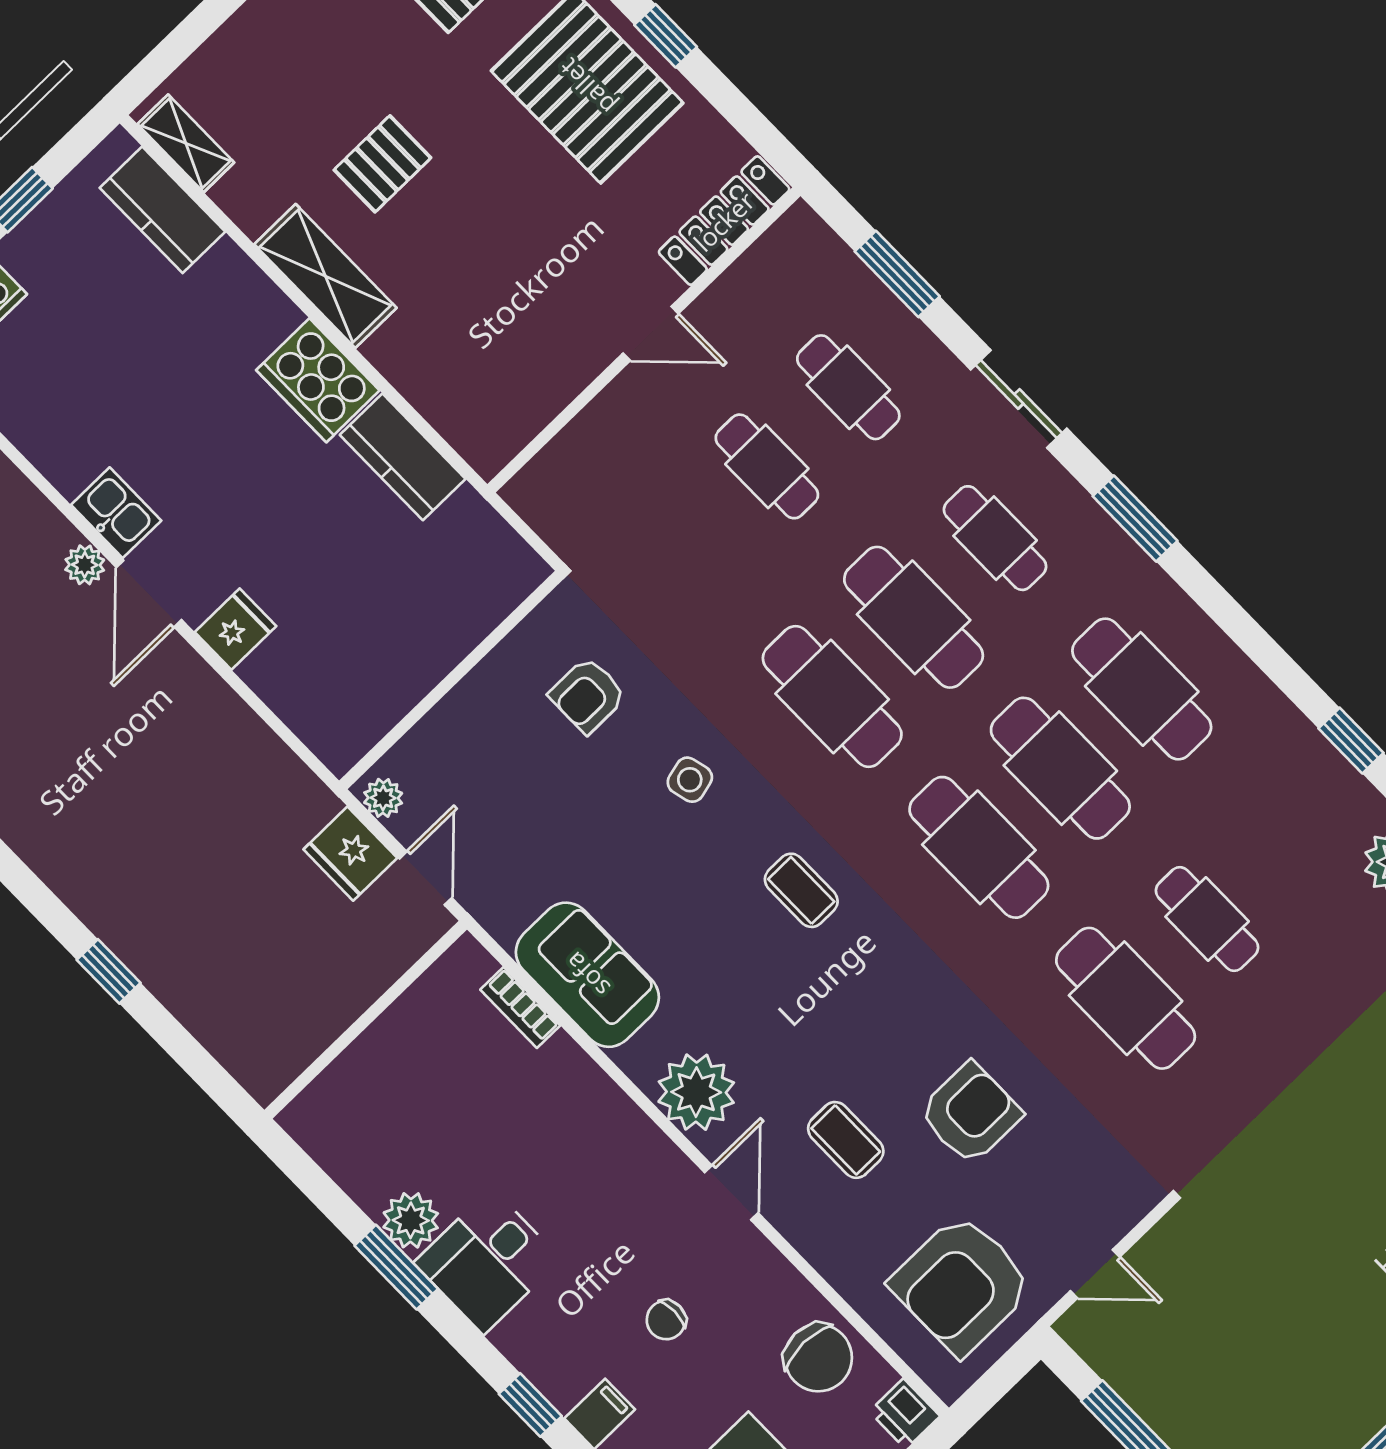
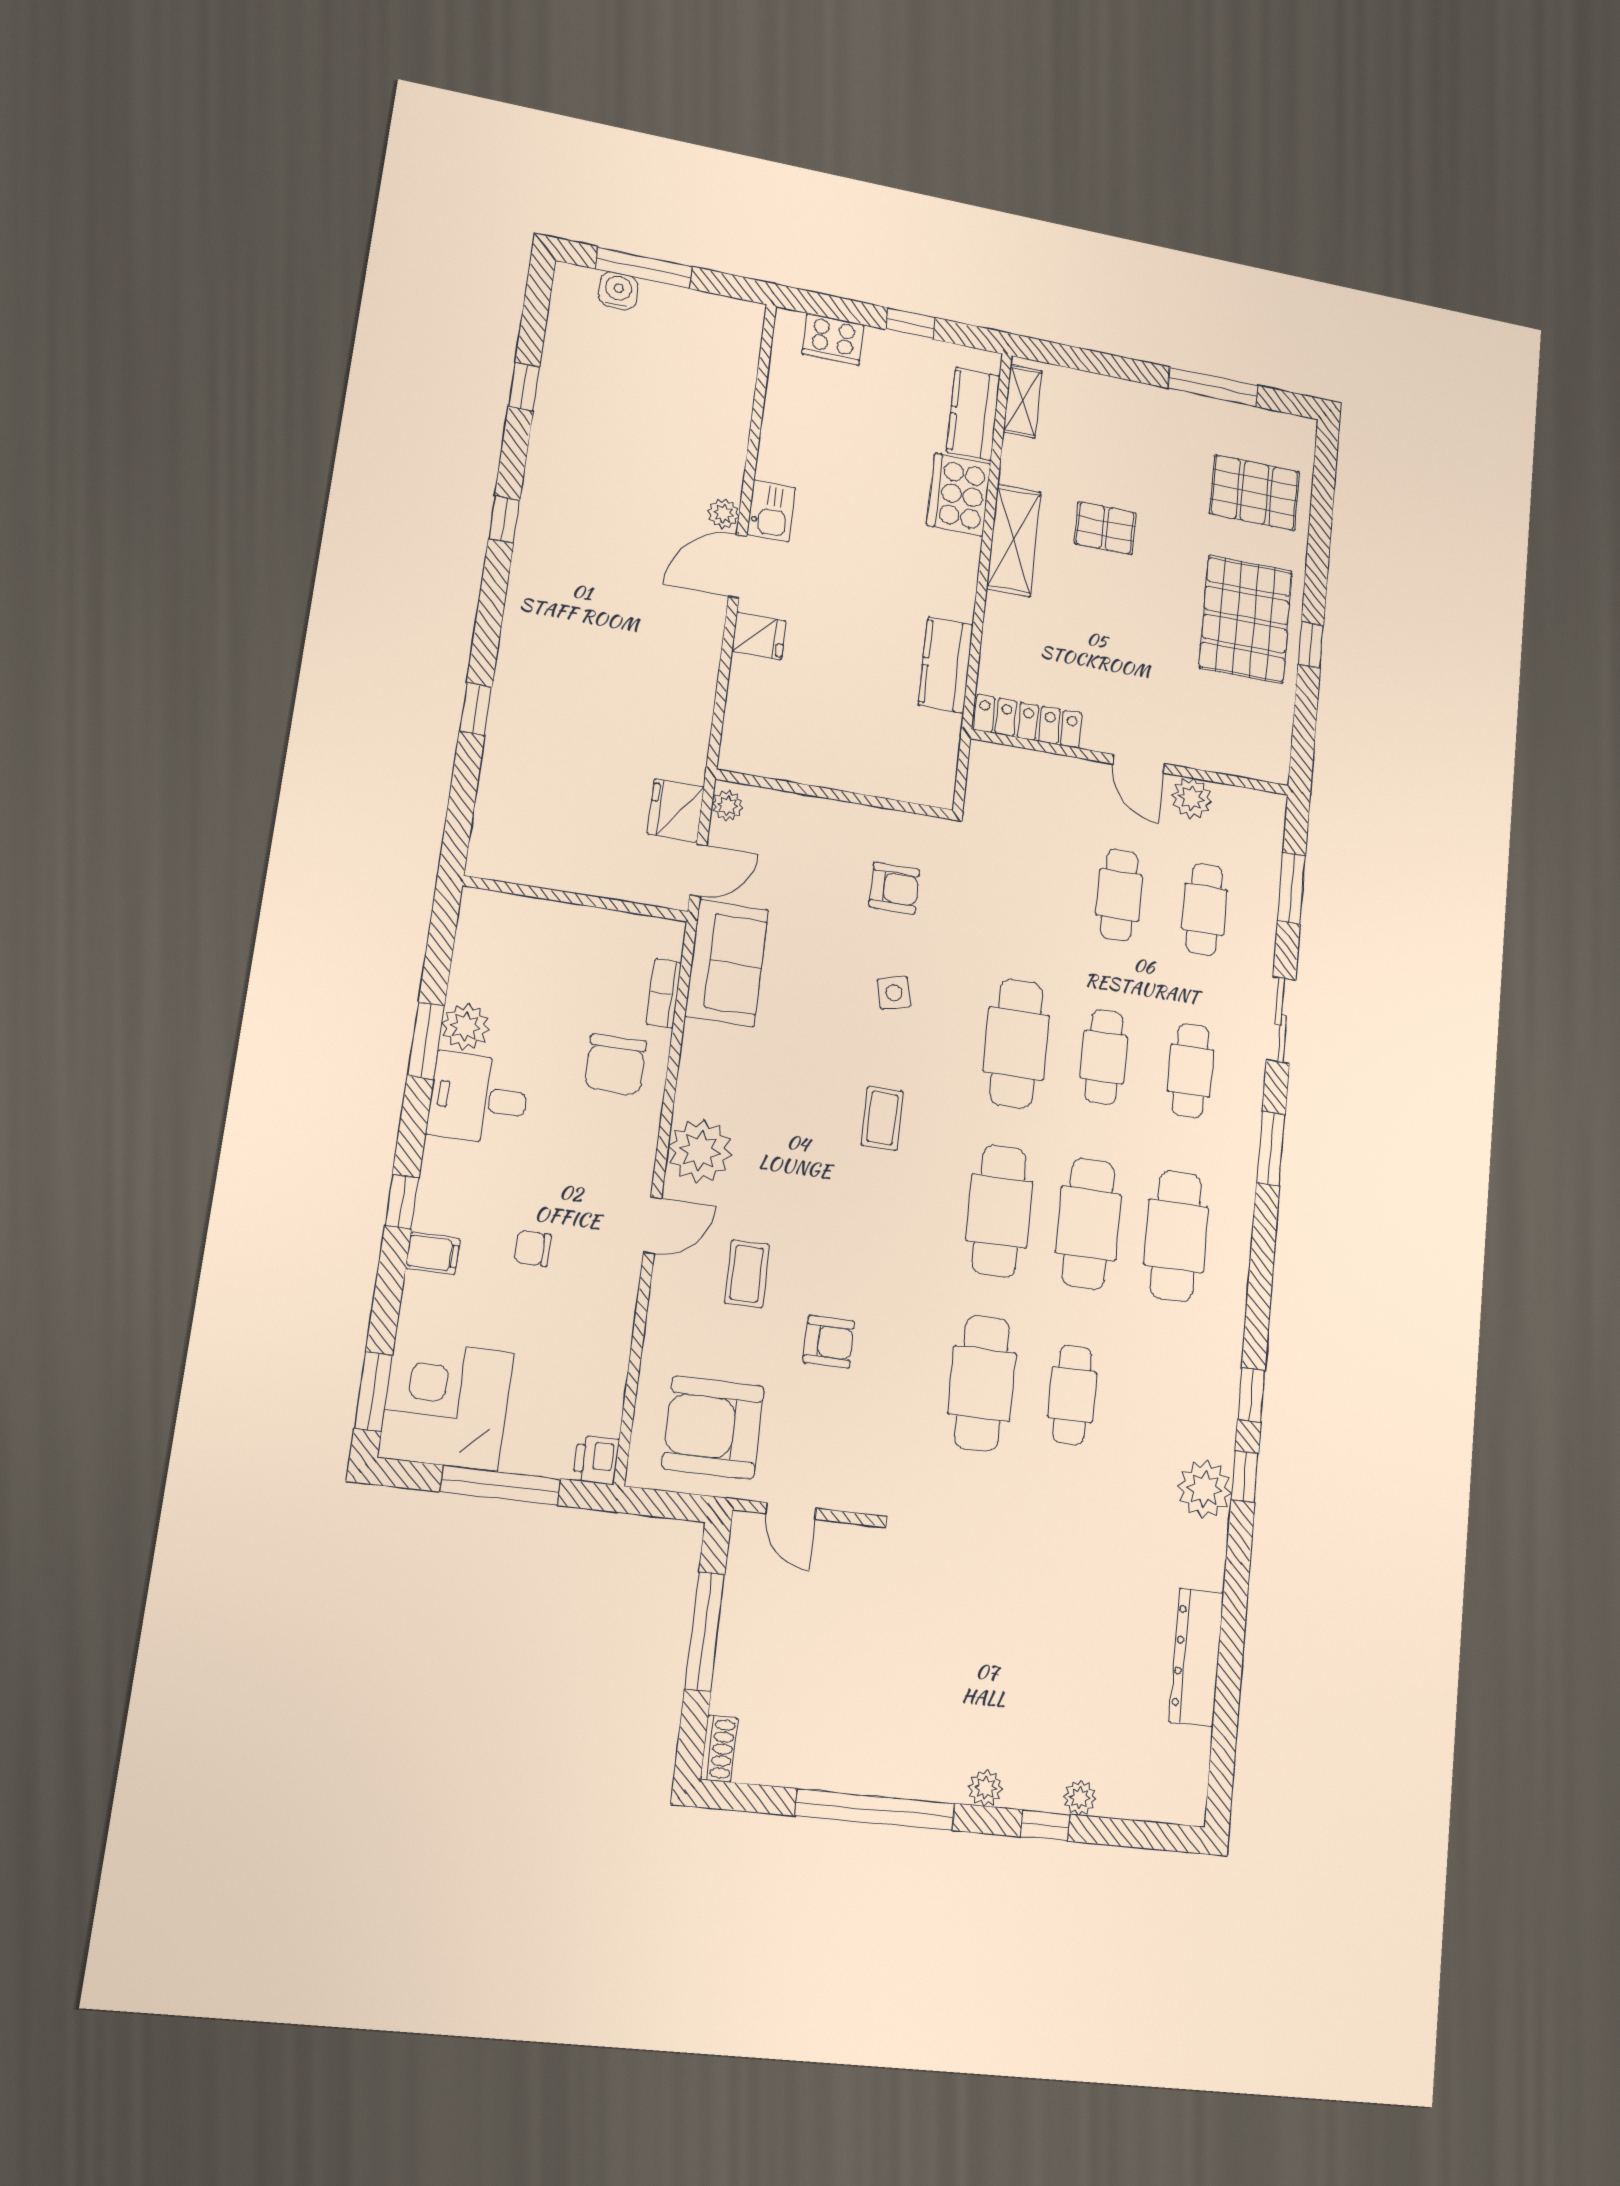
locker: (724, 221) -> (1028, 721), moved
plant: (727, 305) -> (1192, 798), added
cooker: (318, 380) -> (959, 495), moved
cafe table: (914, 617) -> (1104, 1057), width x0.73, depth x0.74
armchair: (588, 695) -> (894, 888), turned 180
sofa: (587, 975) -> (727, 963), moved
armchair: (970, 1113) -> (829, 1342), width x0.72, depth x0.72
chair: (818, 1358) -> (616, 1065), moved

